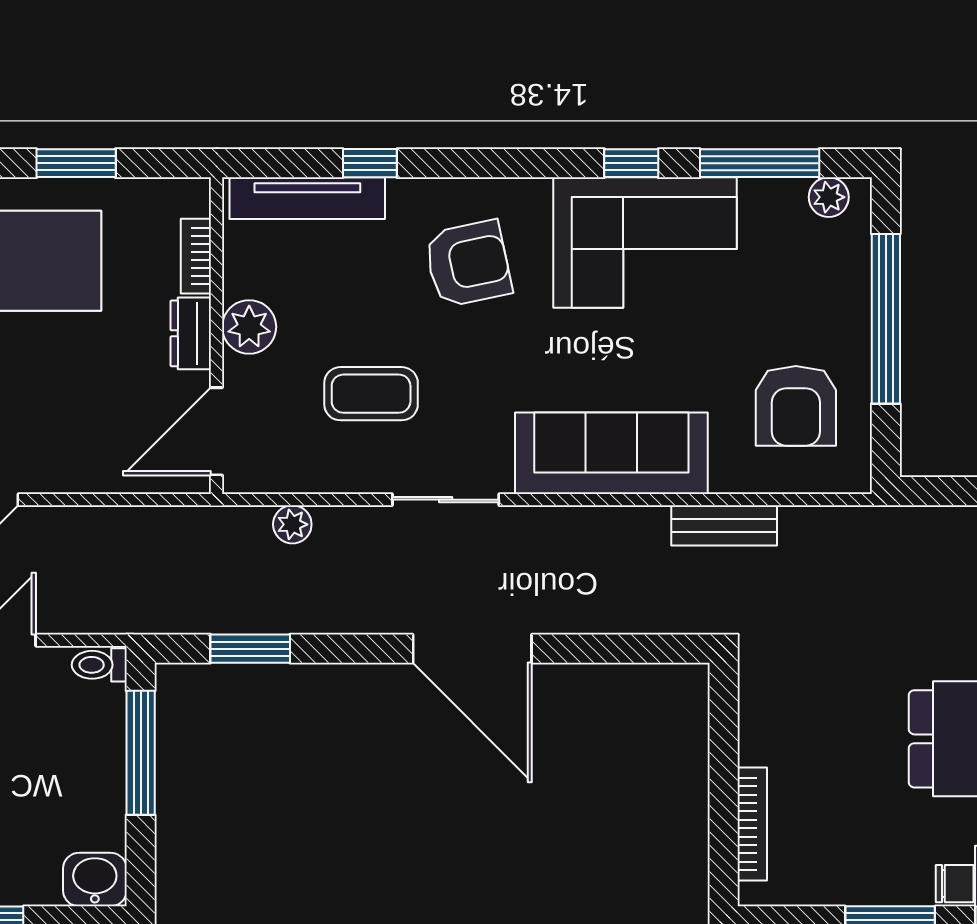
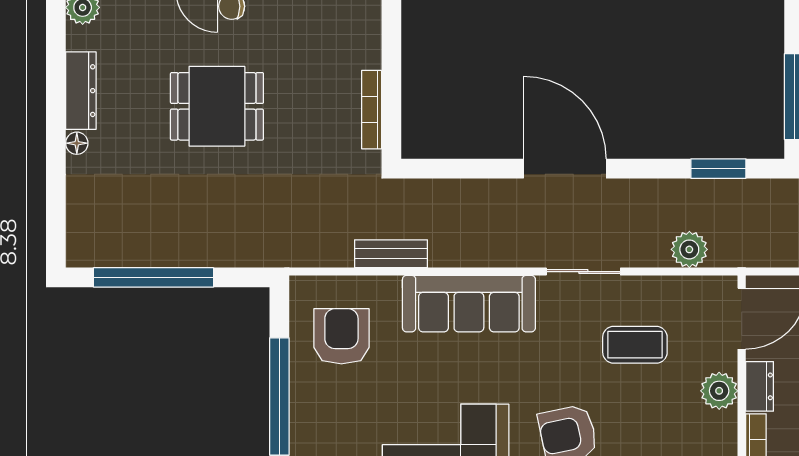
plant: (292, 524) -> (689, 249), width x1.38, depth x1.38
bookcase: (752, 824) -> (372, 110), moved

